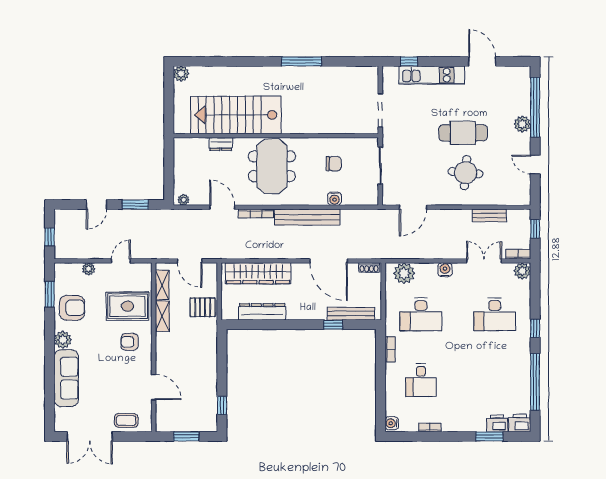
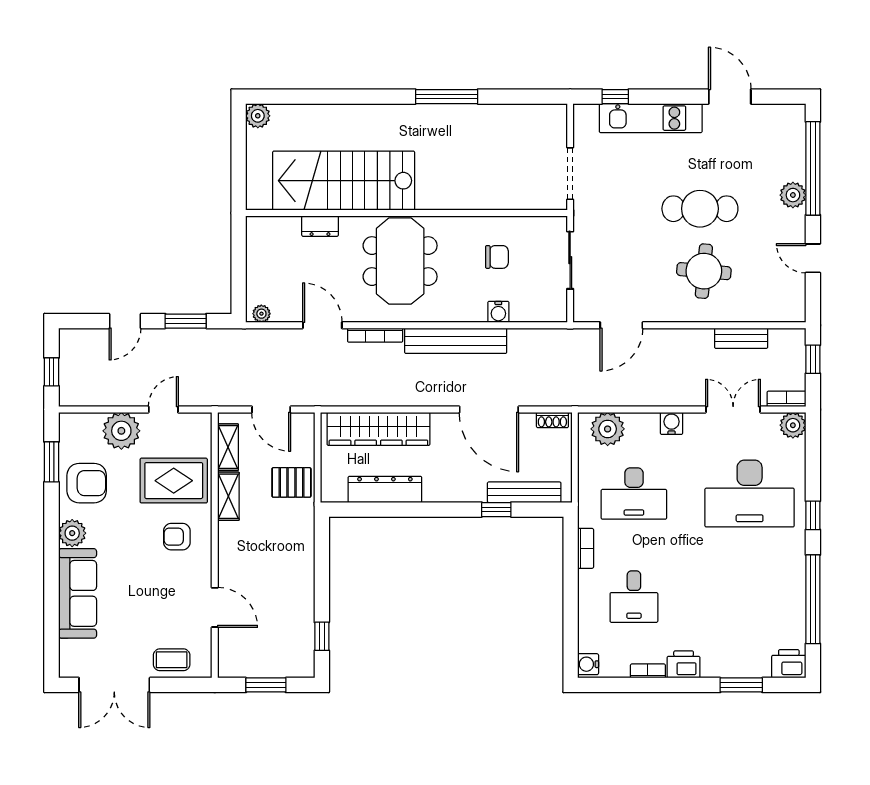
plant: (89, 269) -> (121, 431), width x1.88, depth x1.88
desk: (495, 314) -> (750, 493), width x1.36, depth x1.30
printer: (497, 423) -> (684, 664), moved

